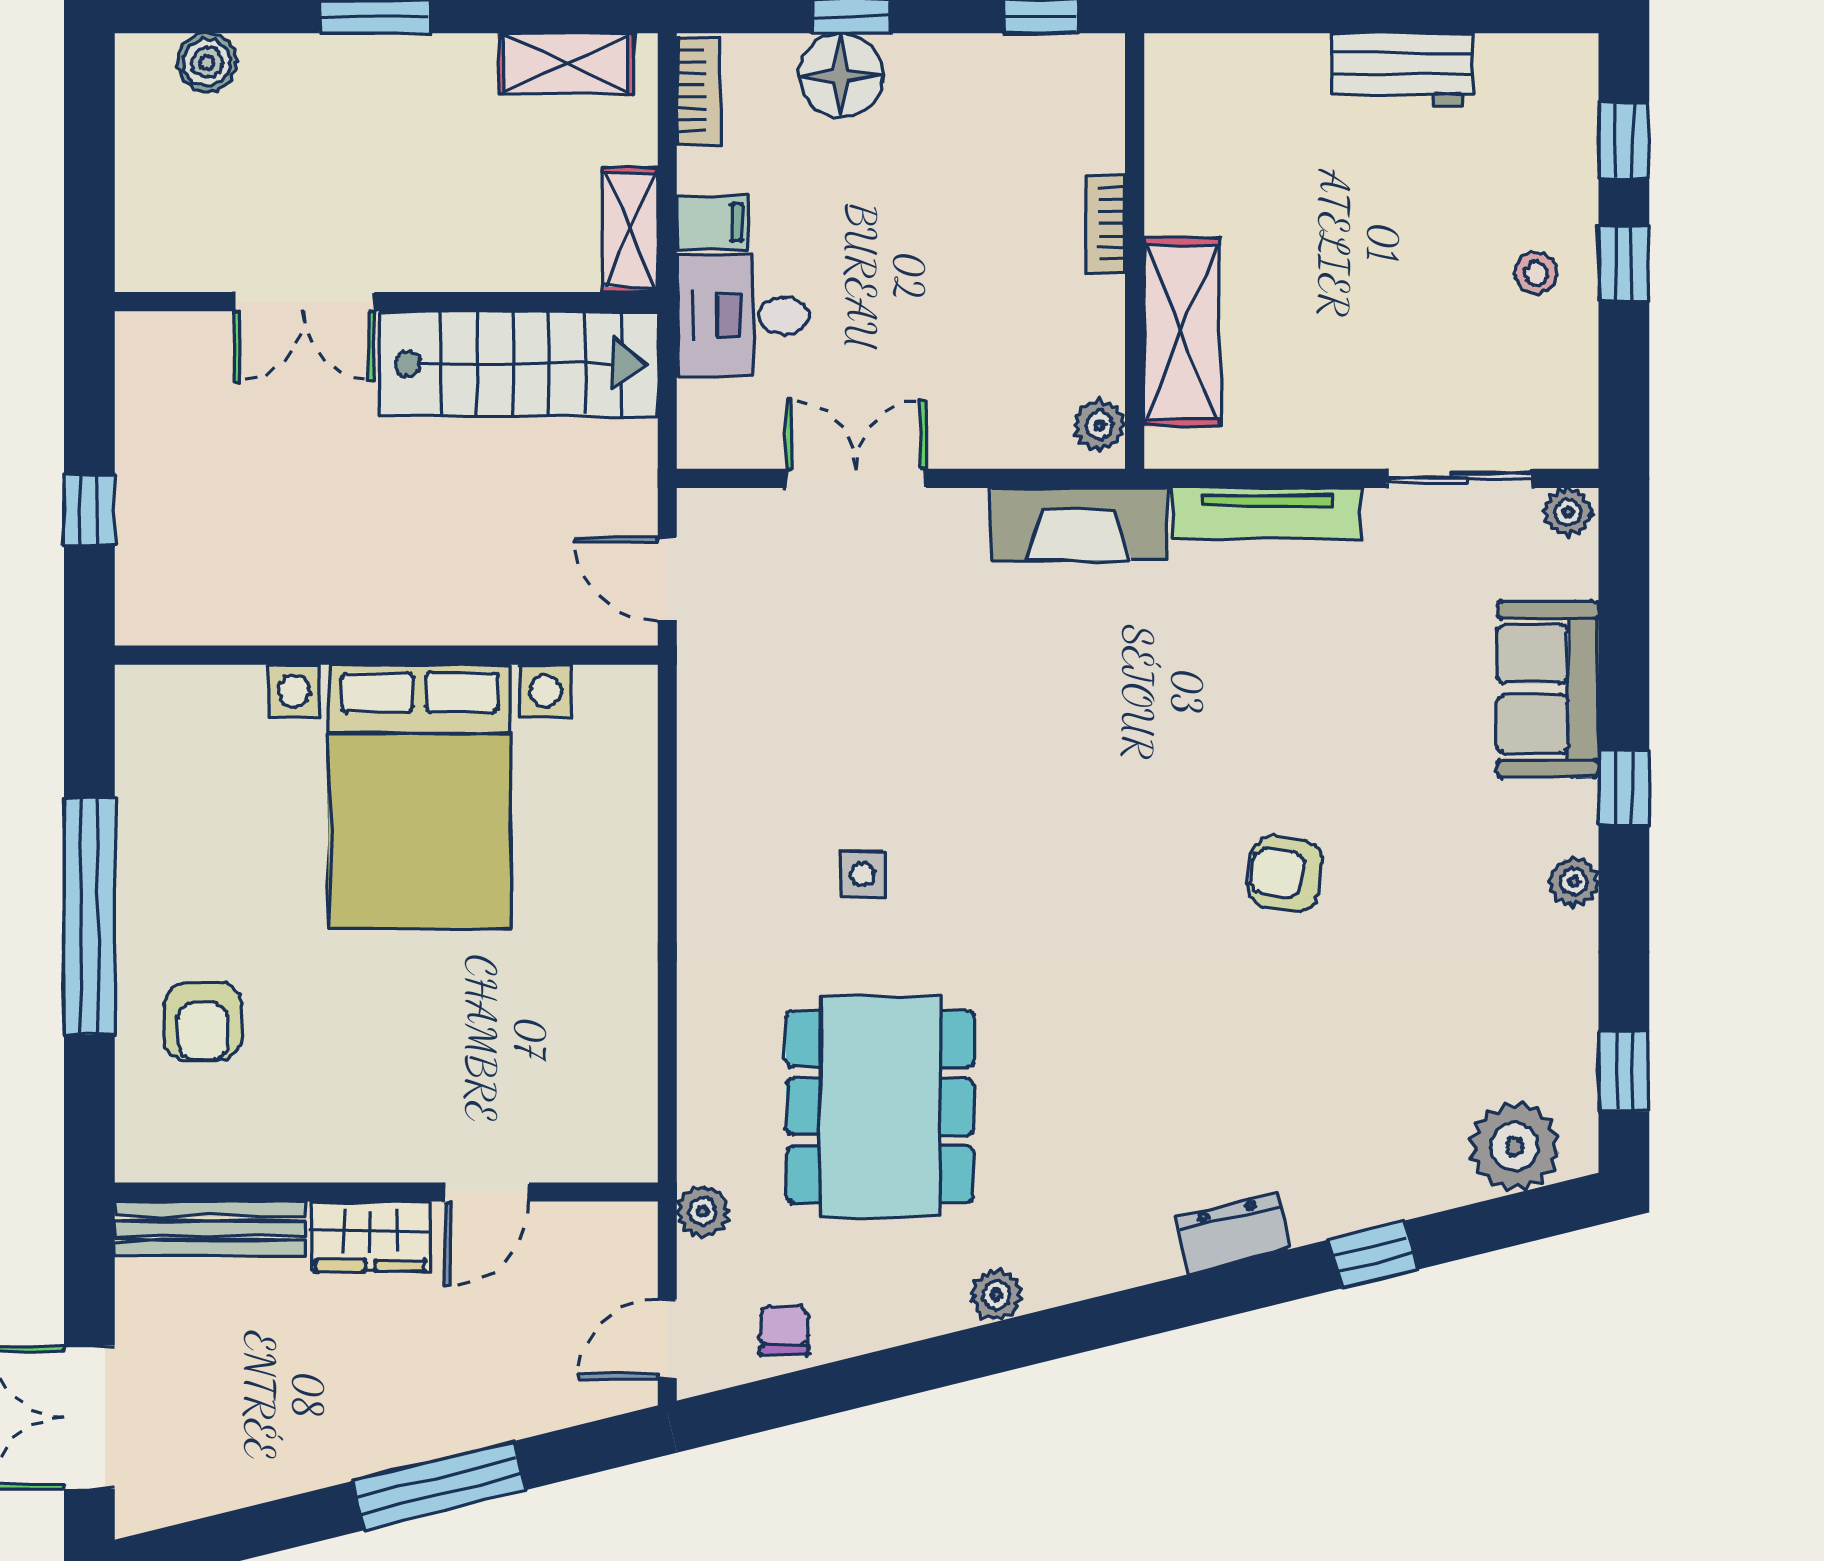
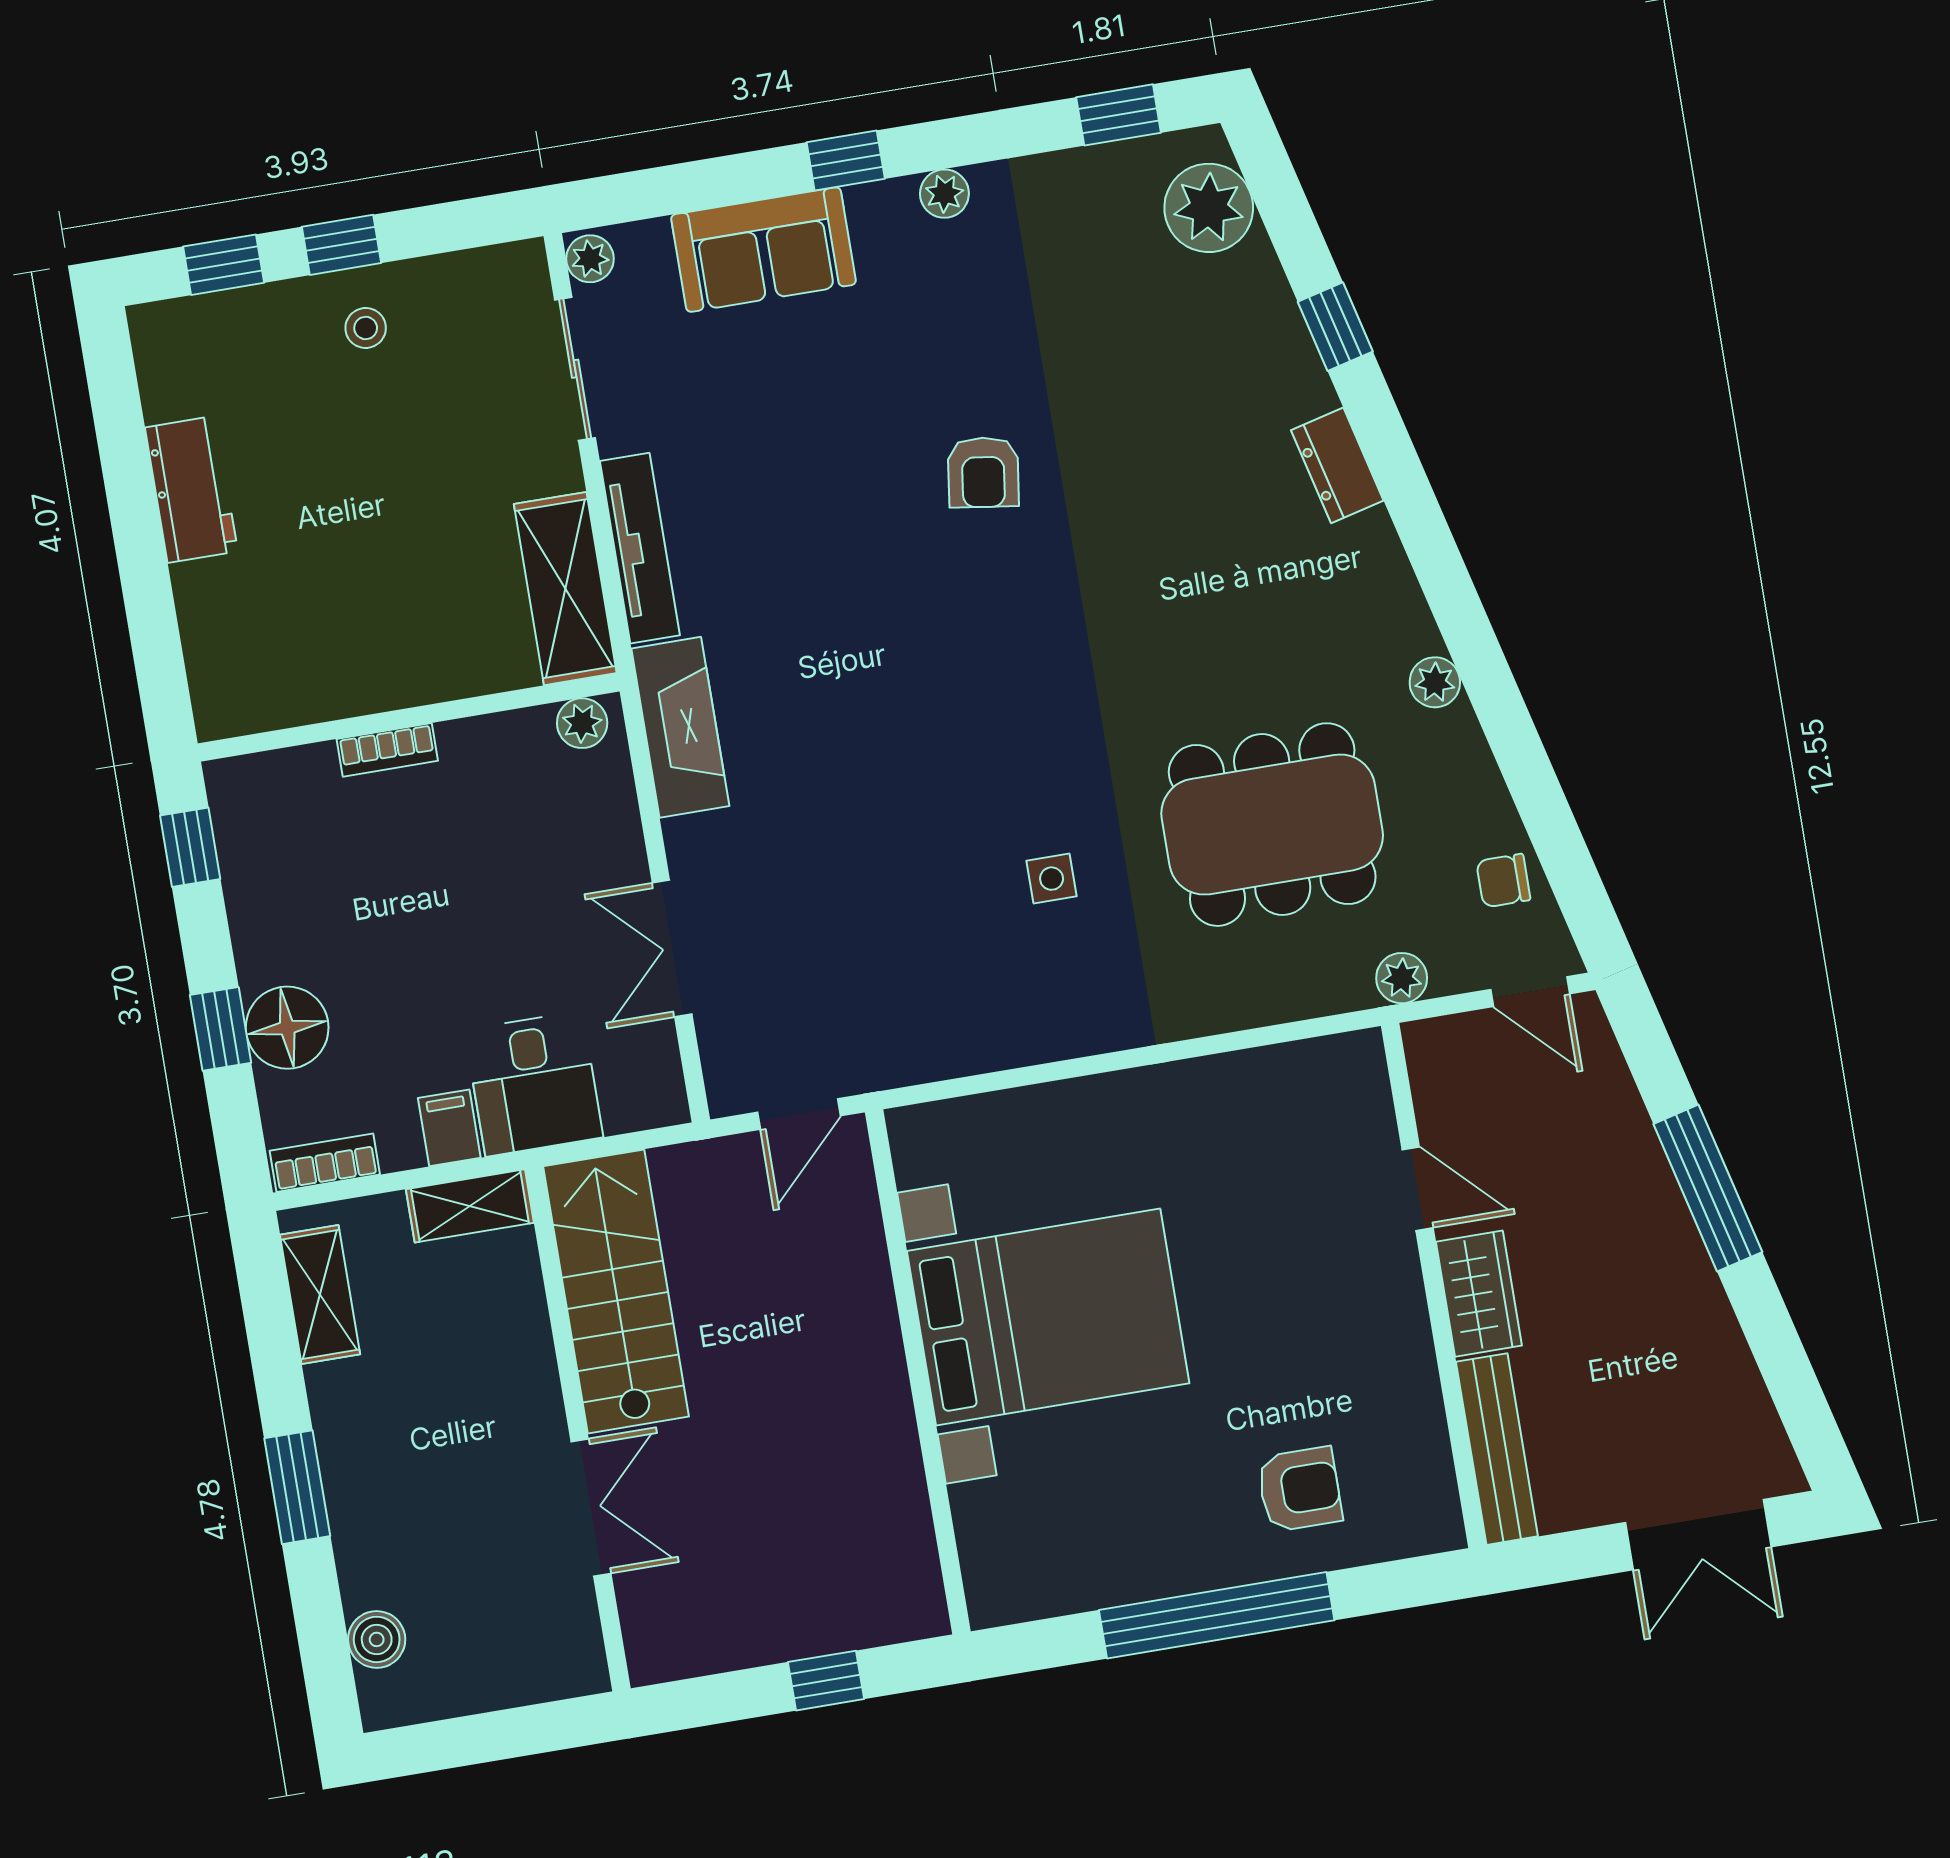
shelving: (1182, 332) -> (565, 589), moved, turned 90

